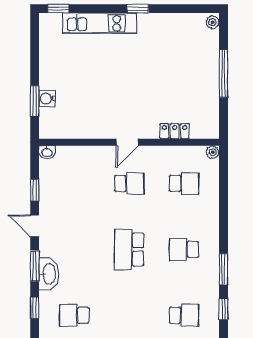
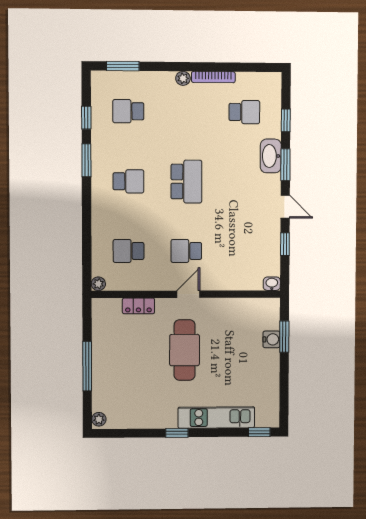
cafe table: (131, 89) -> (185, 350), added

